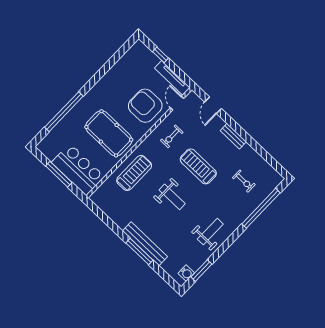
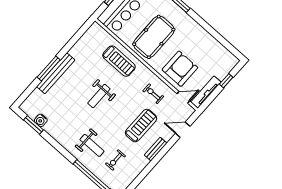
treadmill: (198, 166) -> (141, 125), moved
weight bench: (210, 232) -> (92, 145), moved
water cooler: (186, 273) -> (41, 120), moved

